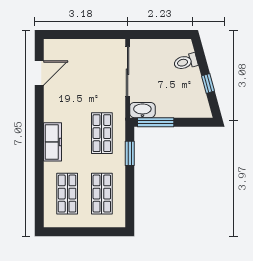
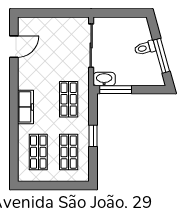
toilet: (186, 62) -> (145, 48), moved
window: (208, 83) -> (161, 56), width x2.17
window: (130, 153) -> (93, 136), moved

